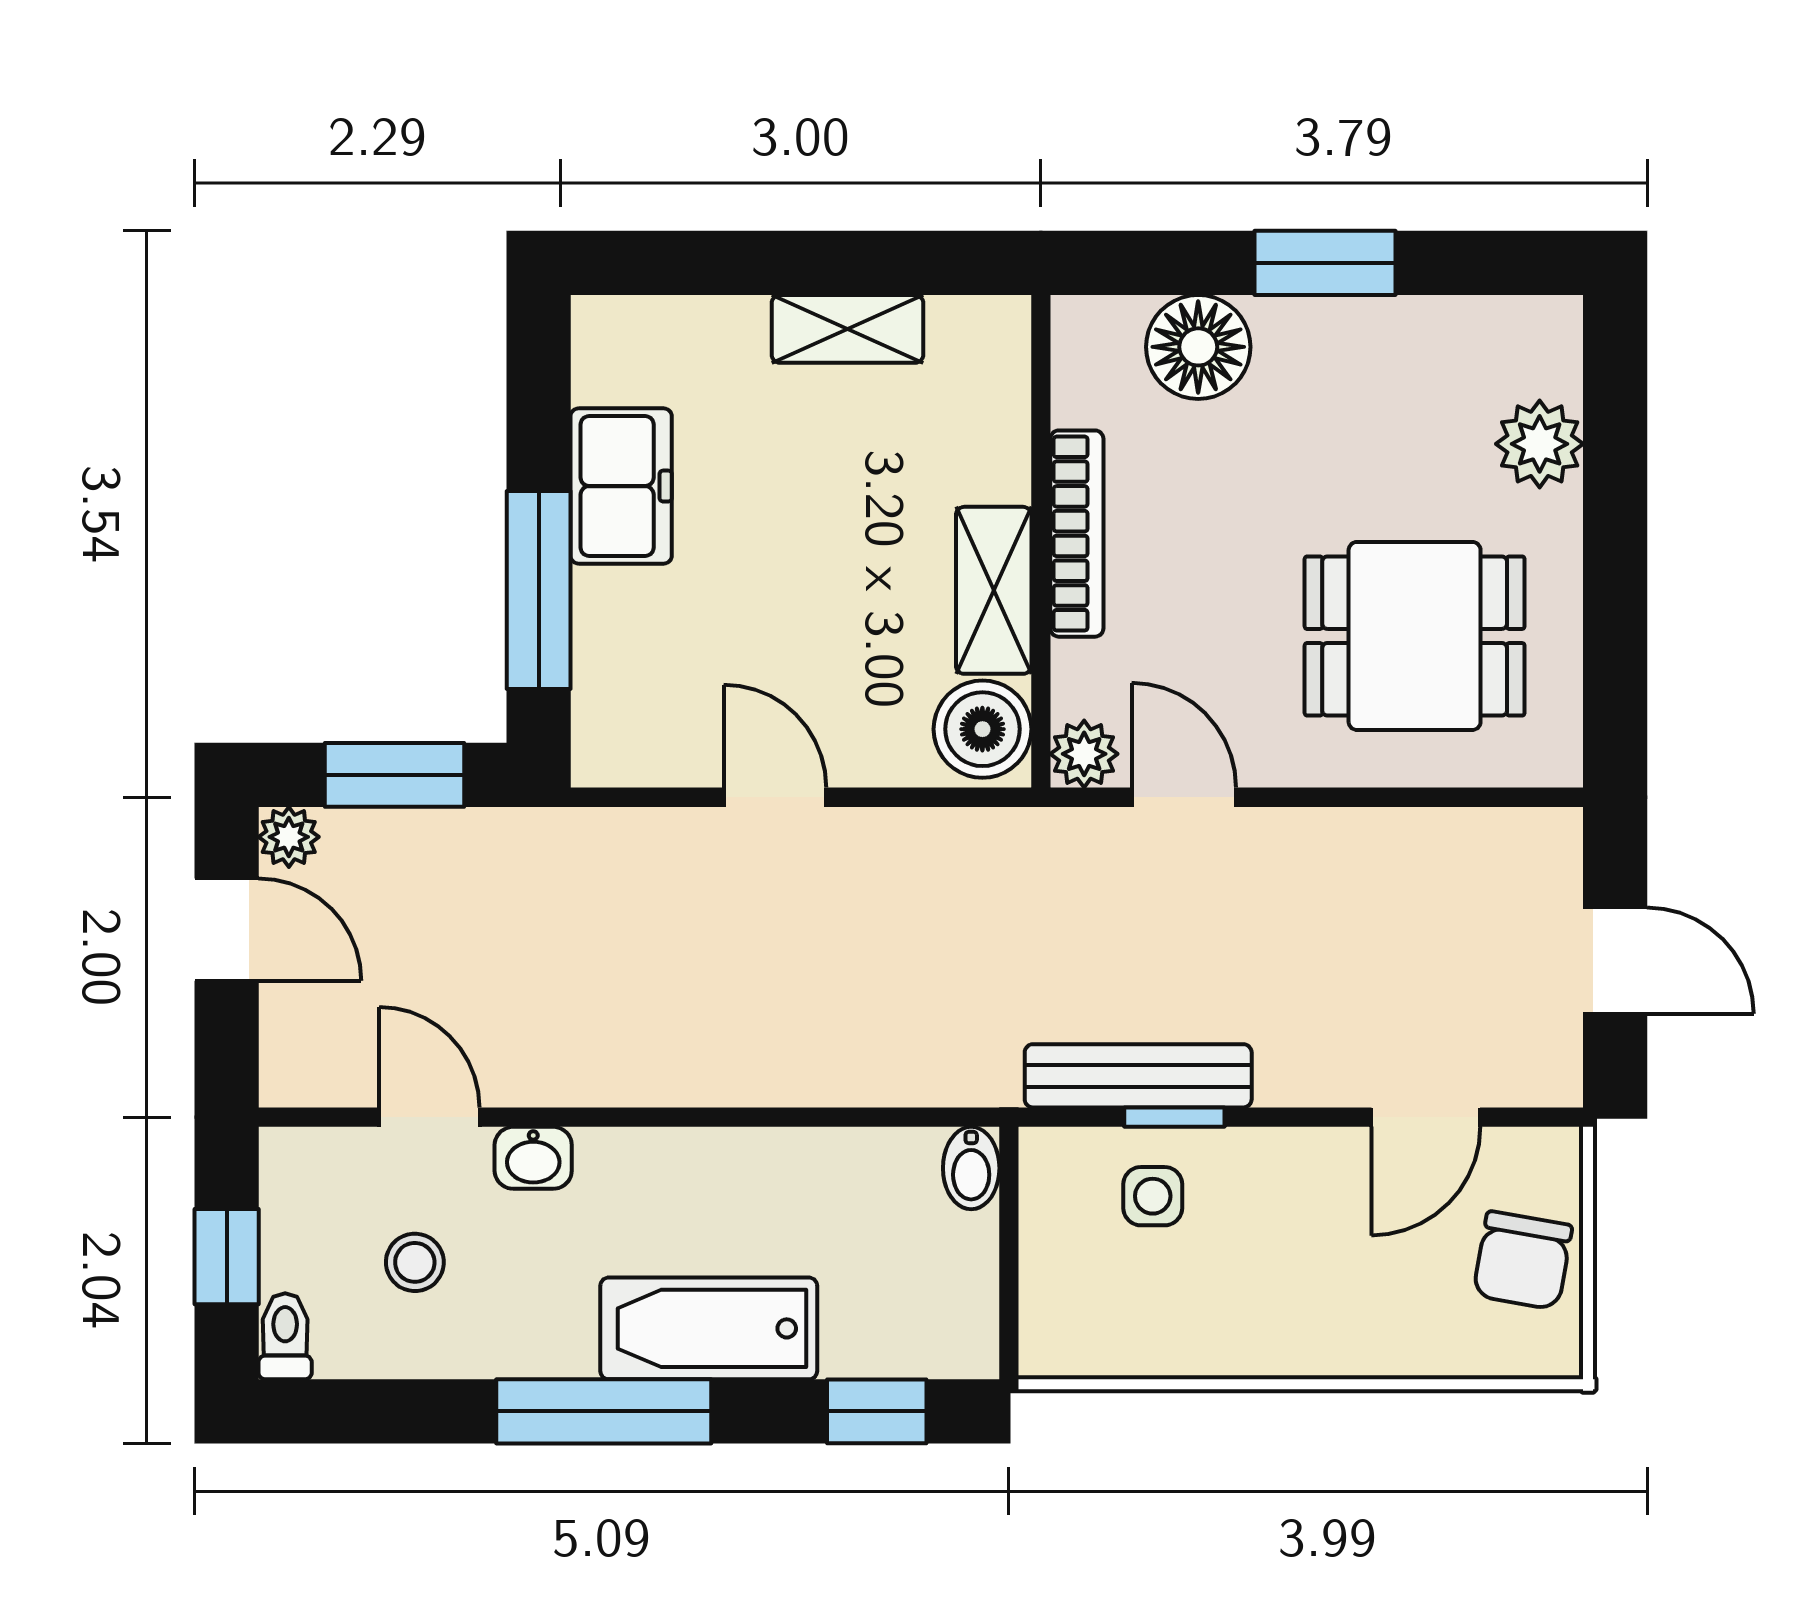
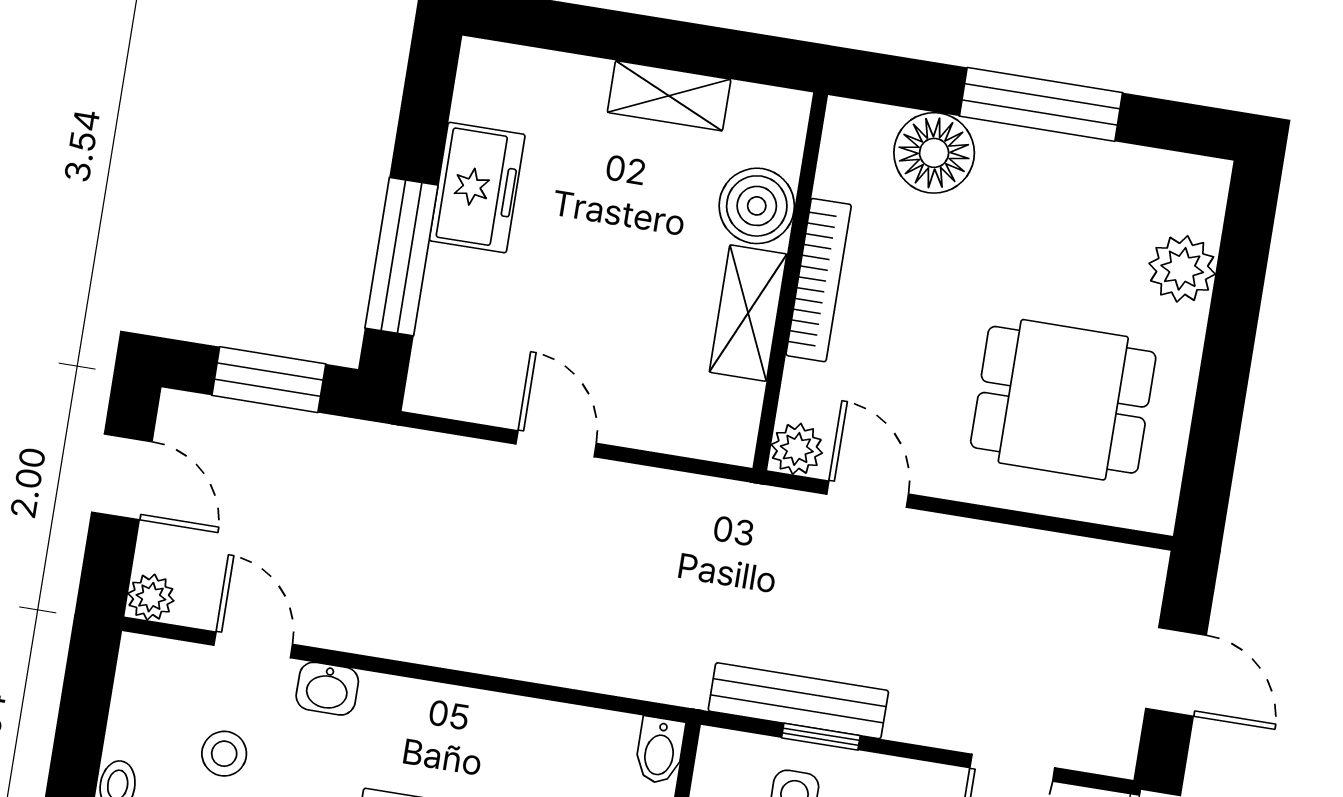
window: (1325, 263) -> (1041, 104), width x1.44
boiler: (982, 729) -> (757, 206), moved
plant: (289, 837) -> (151, 597), moved
window: (227, 1257) -> (81, 726), removed

